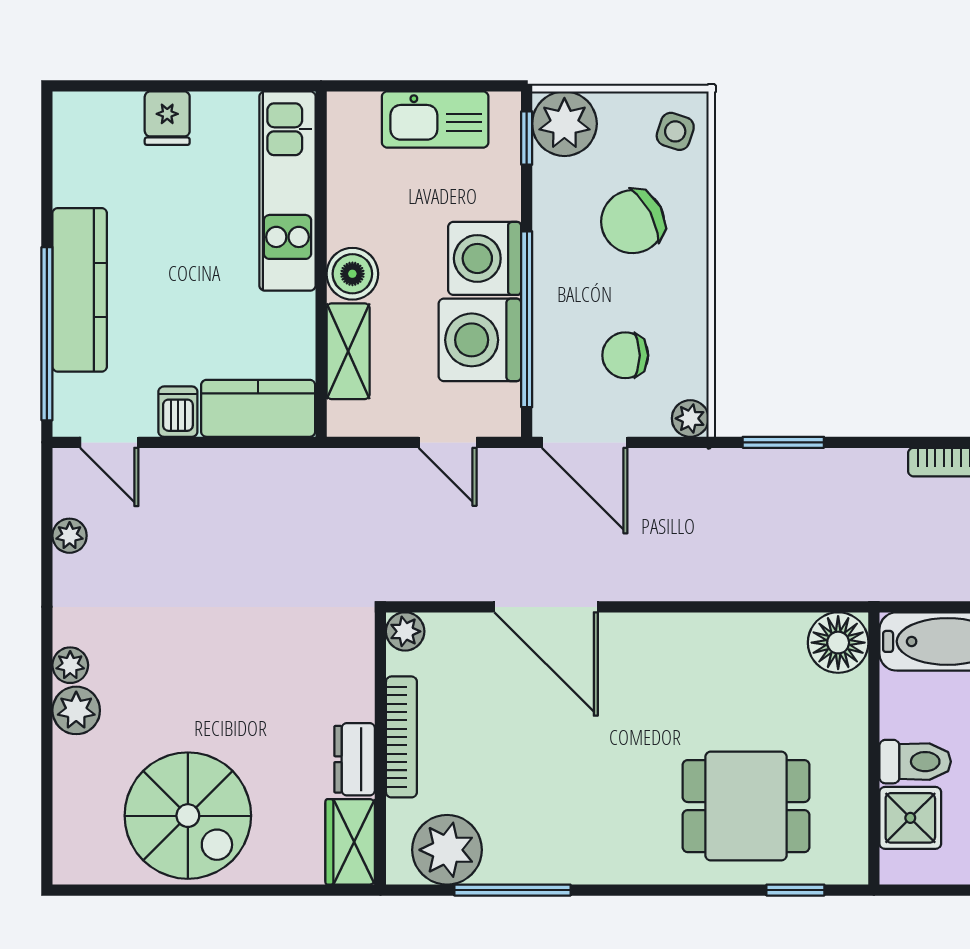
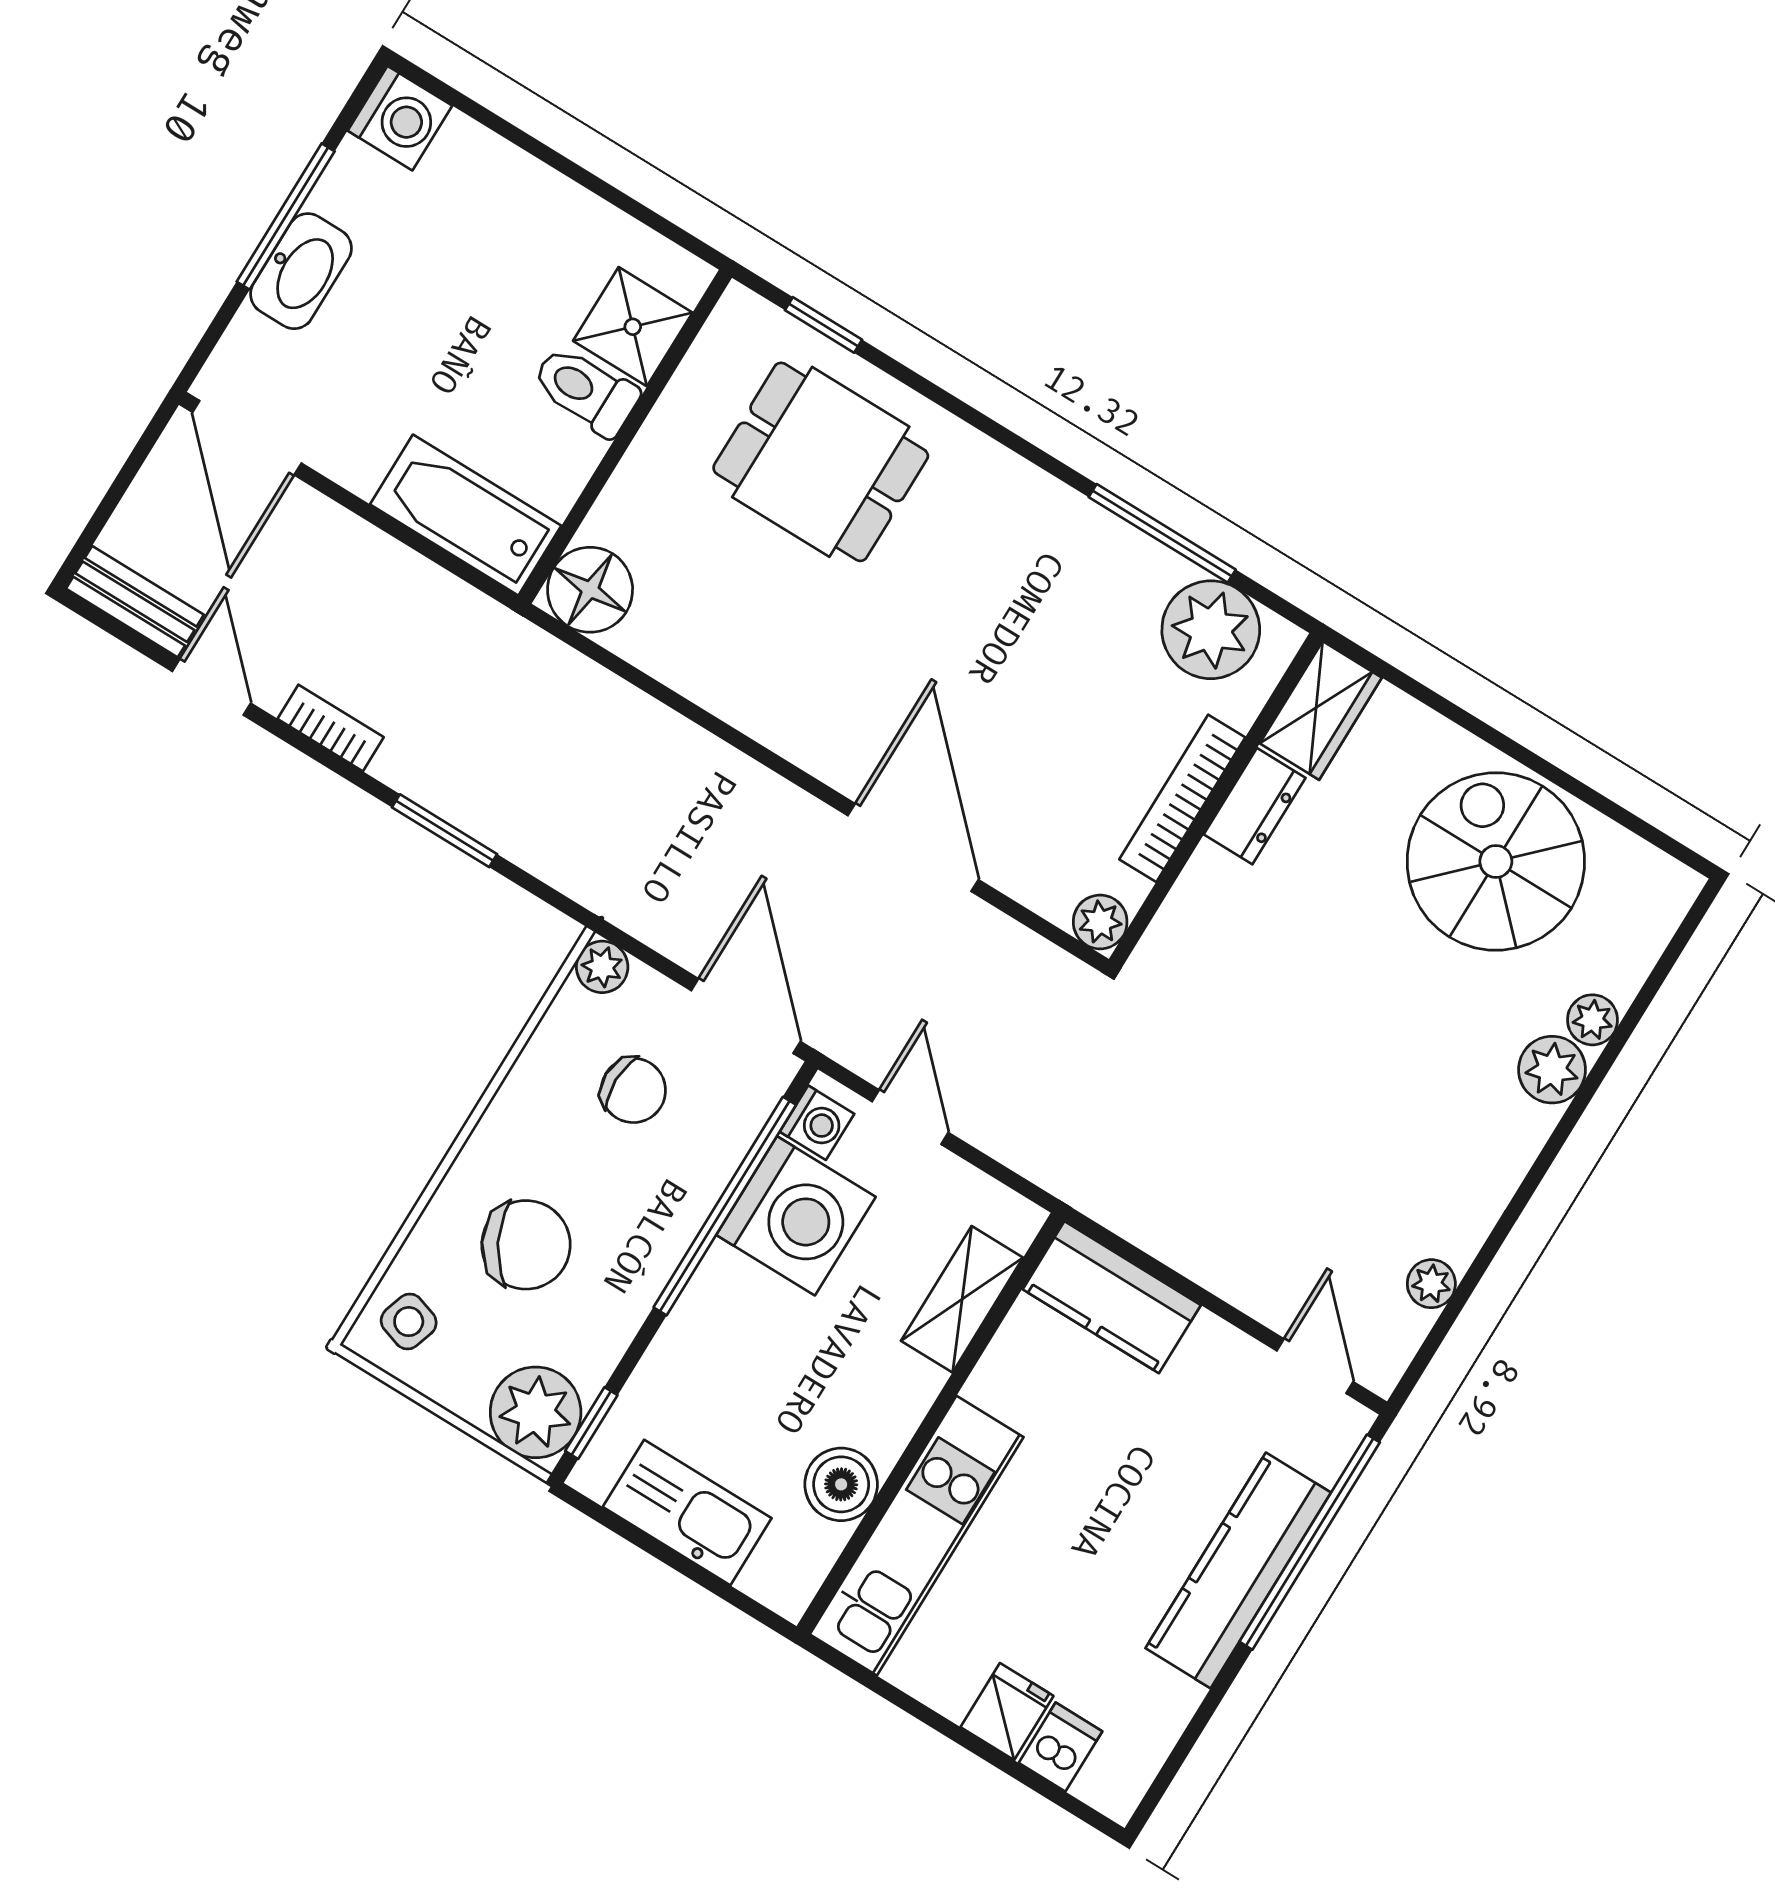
washing machine: (485, 258) -> (817, 1123), moved, width x0.53, depth x0.53
boiler: (352, 274) -> (841, 1484), moved
dishwasher: (178, 412) -> (1060, 1747), moved, turned 180
window: (783, 442) -> (445, 831), moved
plant: (70, 665) -> (1593, 1020), moved

